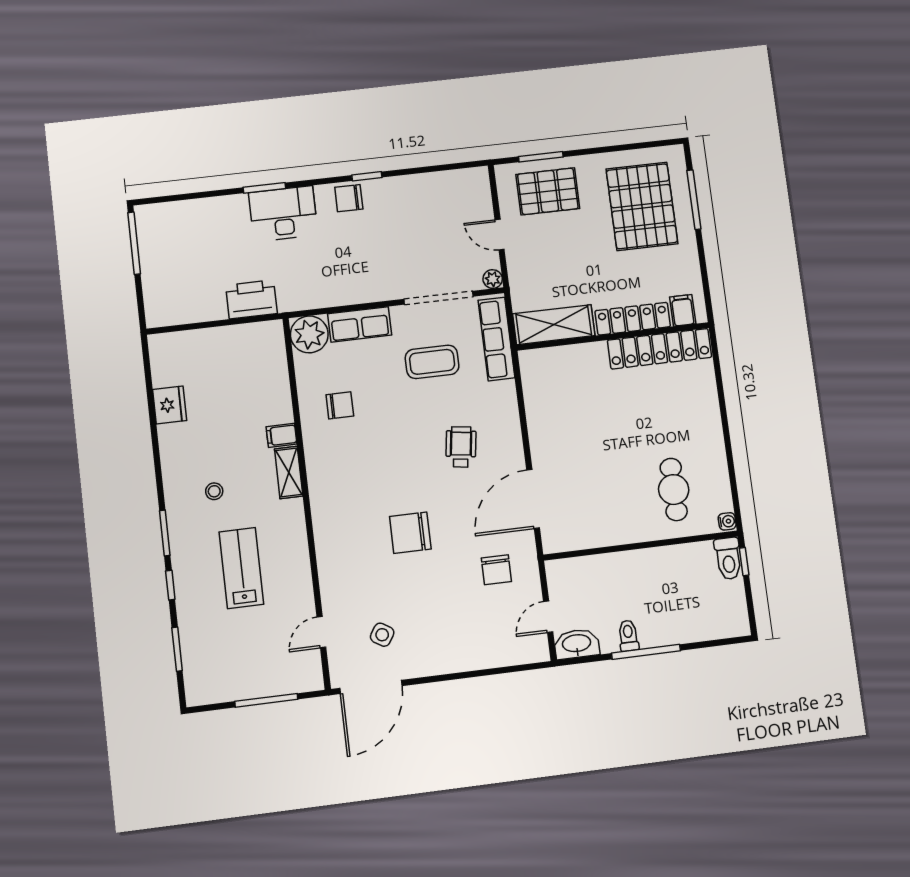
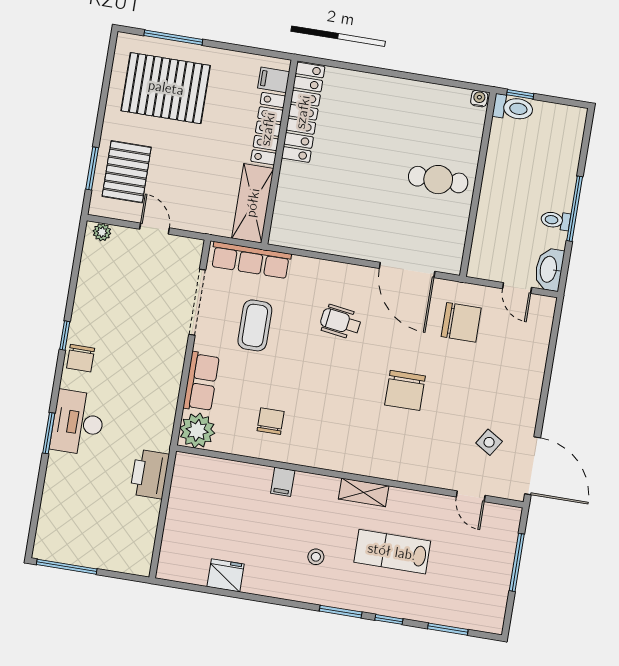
door: (500, 235) -> (154, 229), swing flipped
plant: (493, 279) -> (102, 232), moved
shelving: (289, 473) -> (364, 492), moved
cafe table: (674, 489) -> (438, 180), moved
chair: (496, 570) -> (461, 322), width x1.37, depth x1.37

